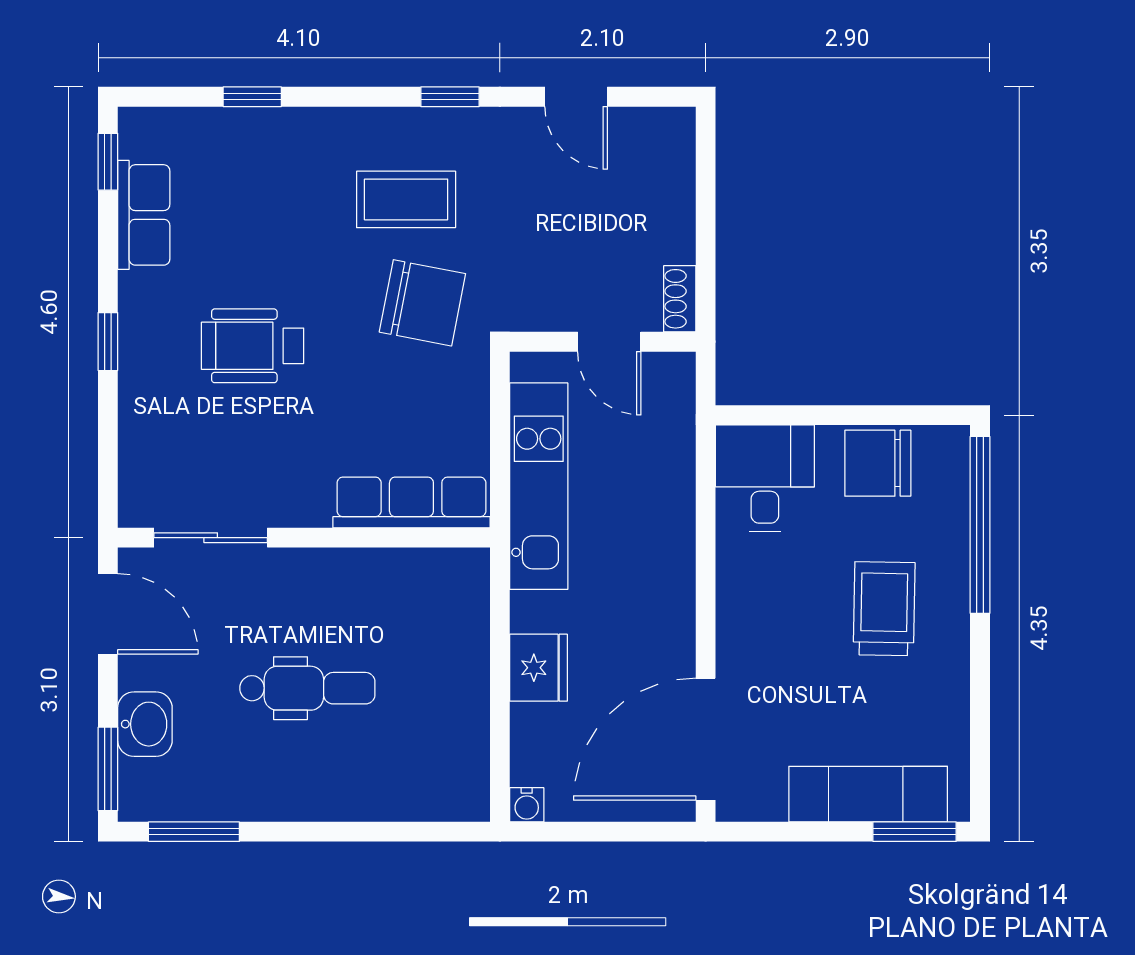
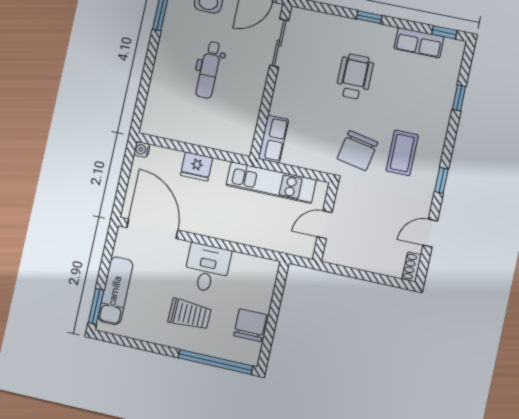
shoe rack: (680, 299) -> (412, 267), moved, turned -90
desk: (765, 478) -> (207, 268), moved, turned -90
row of seats: (411, 502) -> (273, 139), width x0.68

